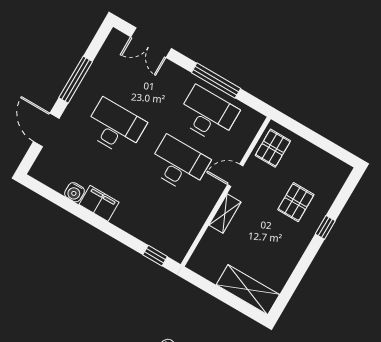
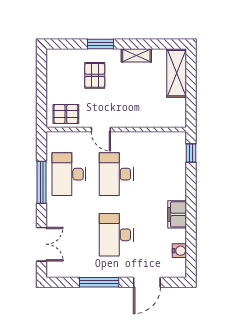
water cooler: (74, 192) -> (179, 251), moved
pallet: (296, 202) -> (95, 75), turned 90
shelving: (225, 214) -> (136, 55), moved
window: (325, 227) -> (100, 44), width x1.50

